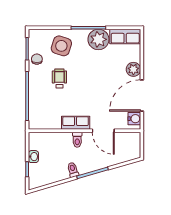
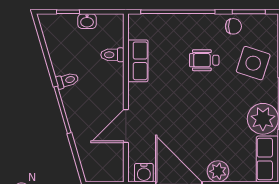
wheelchair: (59, 79) -> (204, 60), turned 180
row of seats: (76, 123) -> (138, 61), moved
toilet: (77, 140) -> (112, 55), moved

